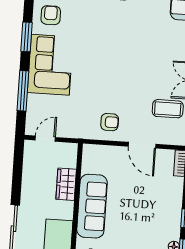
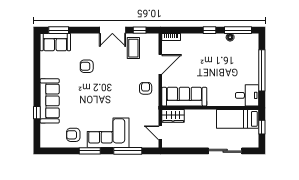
armchair: (147, 41) -> (87, 66), added
wardrobe: (66, 184) -> (173, 116), moved
sofa: (92, 206) -> (184, 97), moved

